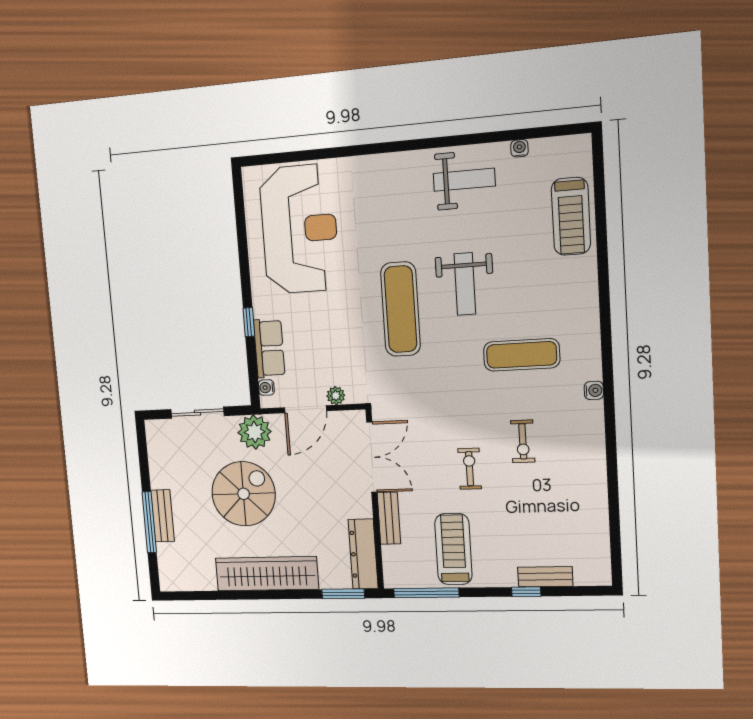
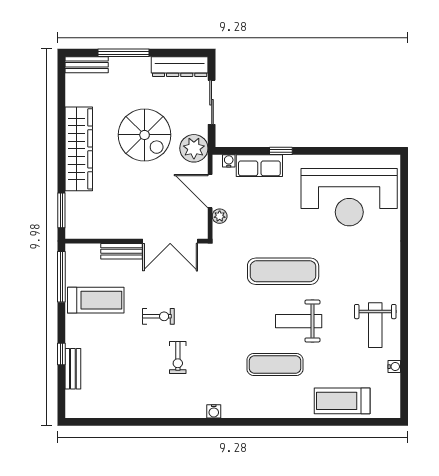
exercise mat: (522, 355) -> (275, 365), moved, turned 90
exercise bike: (523, 441) -> (178, 357), turned -90
bench: (163, 516) -> (87, 65), moved
dresser: (363, 554) -> (180, 67), moved, turned 180

